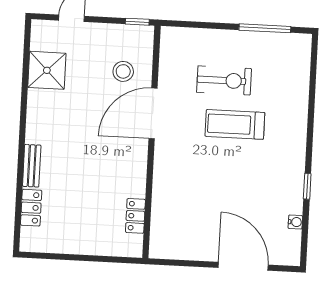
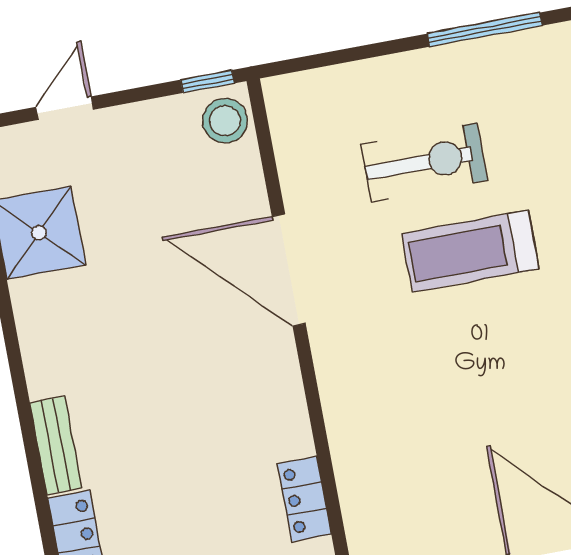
stool: (123, 71) -> (225, 121), moved
door: (153, 113) -> (289, 270), hinge flipped

